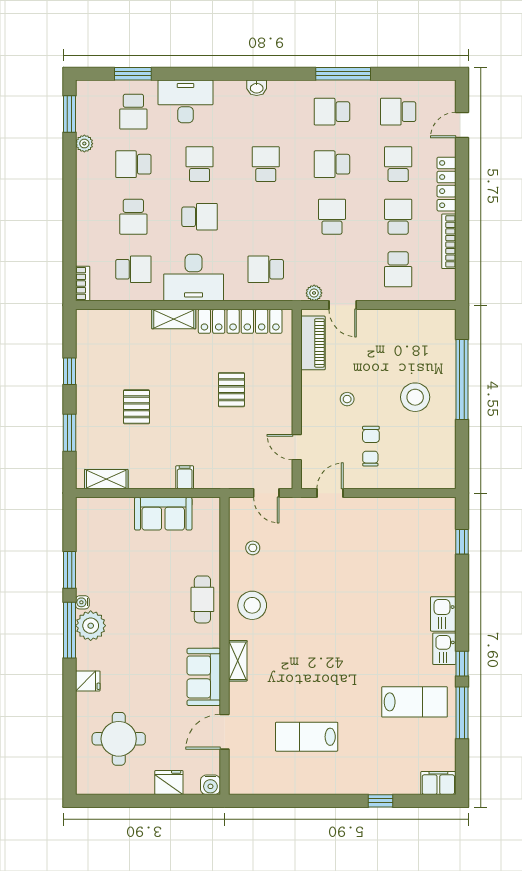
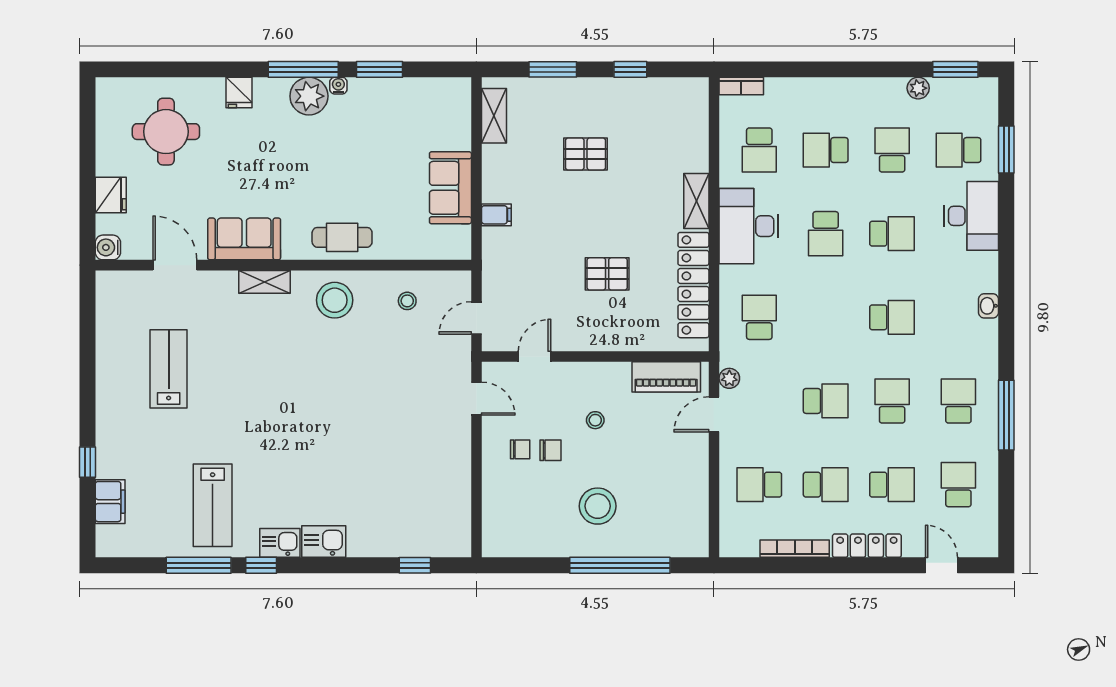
chair: (371, 434) -> (551, 450), turned 180
filing cabinet: (438, 783) -> (110, 502), moved

